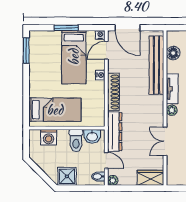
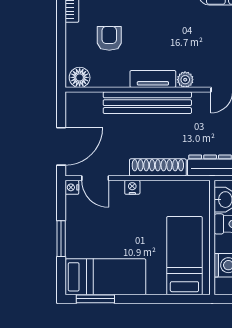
floor lamp: (173, 53) -> (80, 77), moved
bed: (74, 57) -> (105, 277), moved
bench: (156, 65) -> (147, 103), moved

